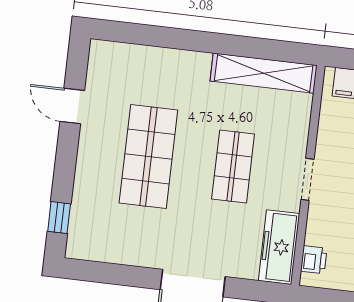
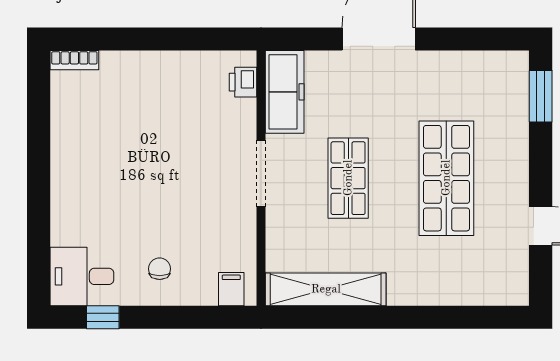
doorway: (307, 179) -> (261, 173), width x1.38
window: (59, 218) -> (541, 96), width x1.50

